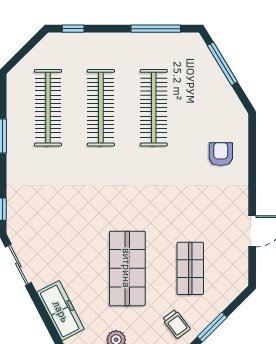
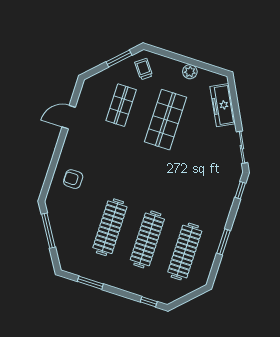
window: (156, 29) -> (90, 283), width x0.69
window: (222, 64) -> (48, 231), moved
armchair: (221, 154) -> (73, 179), turned 90

